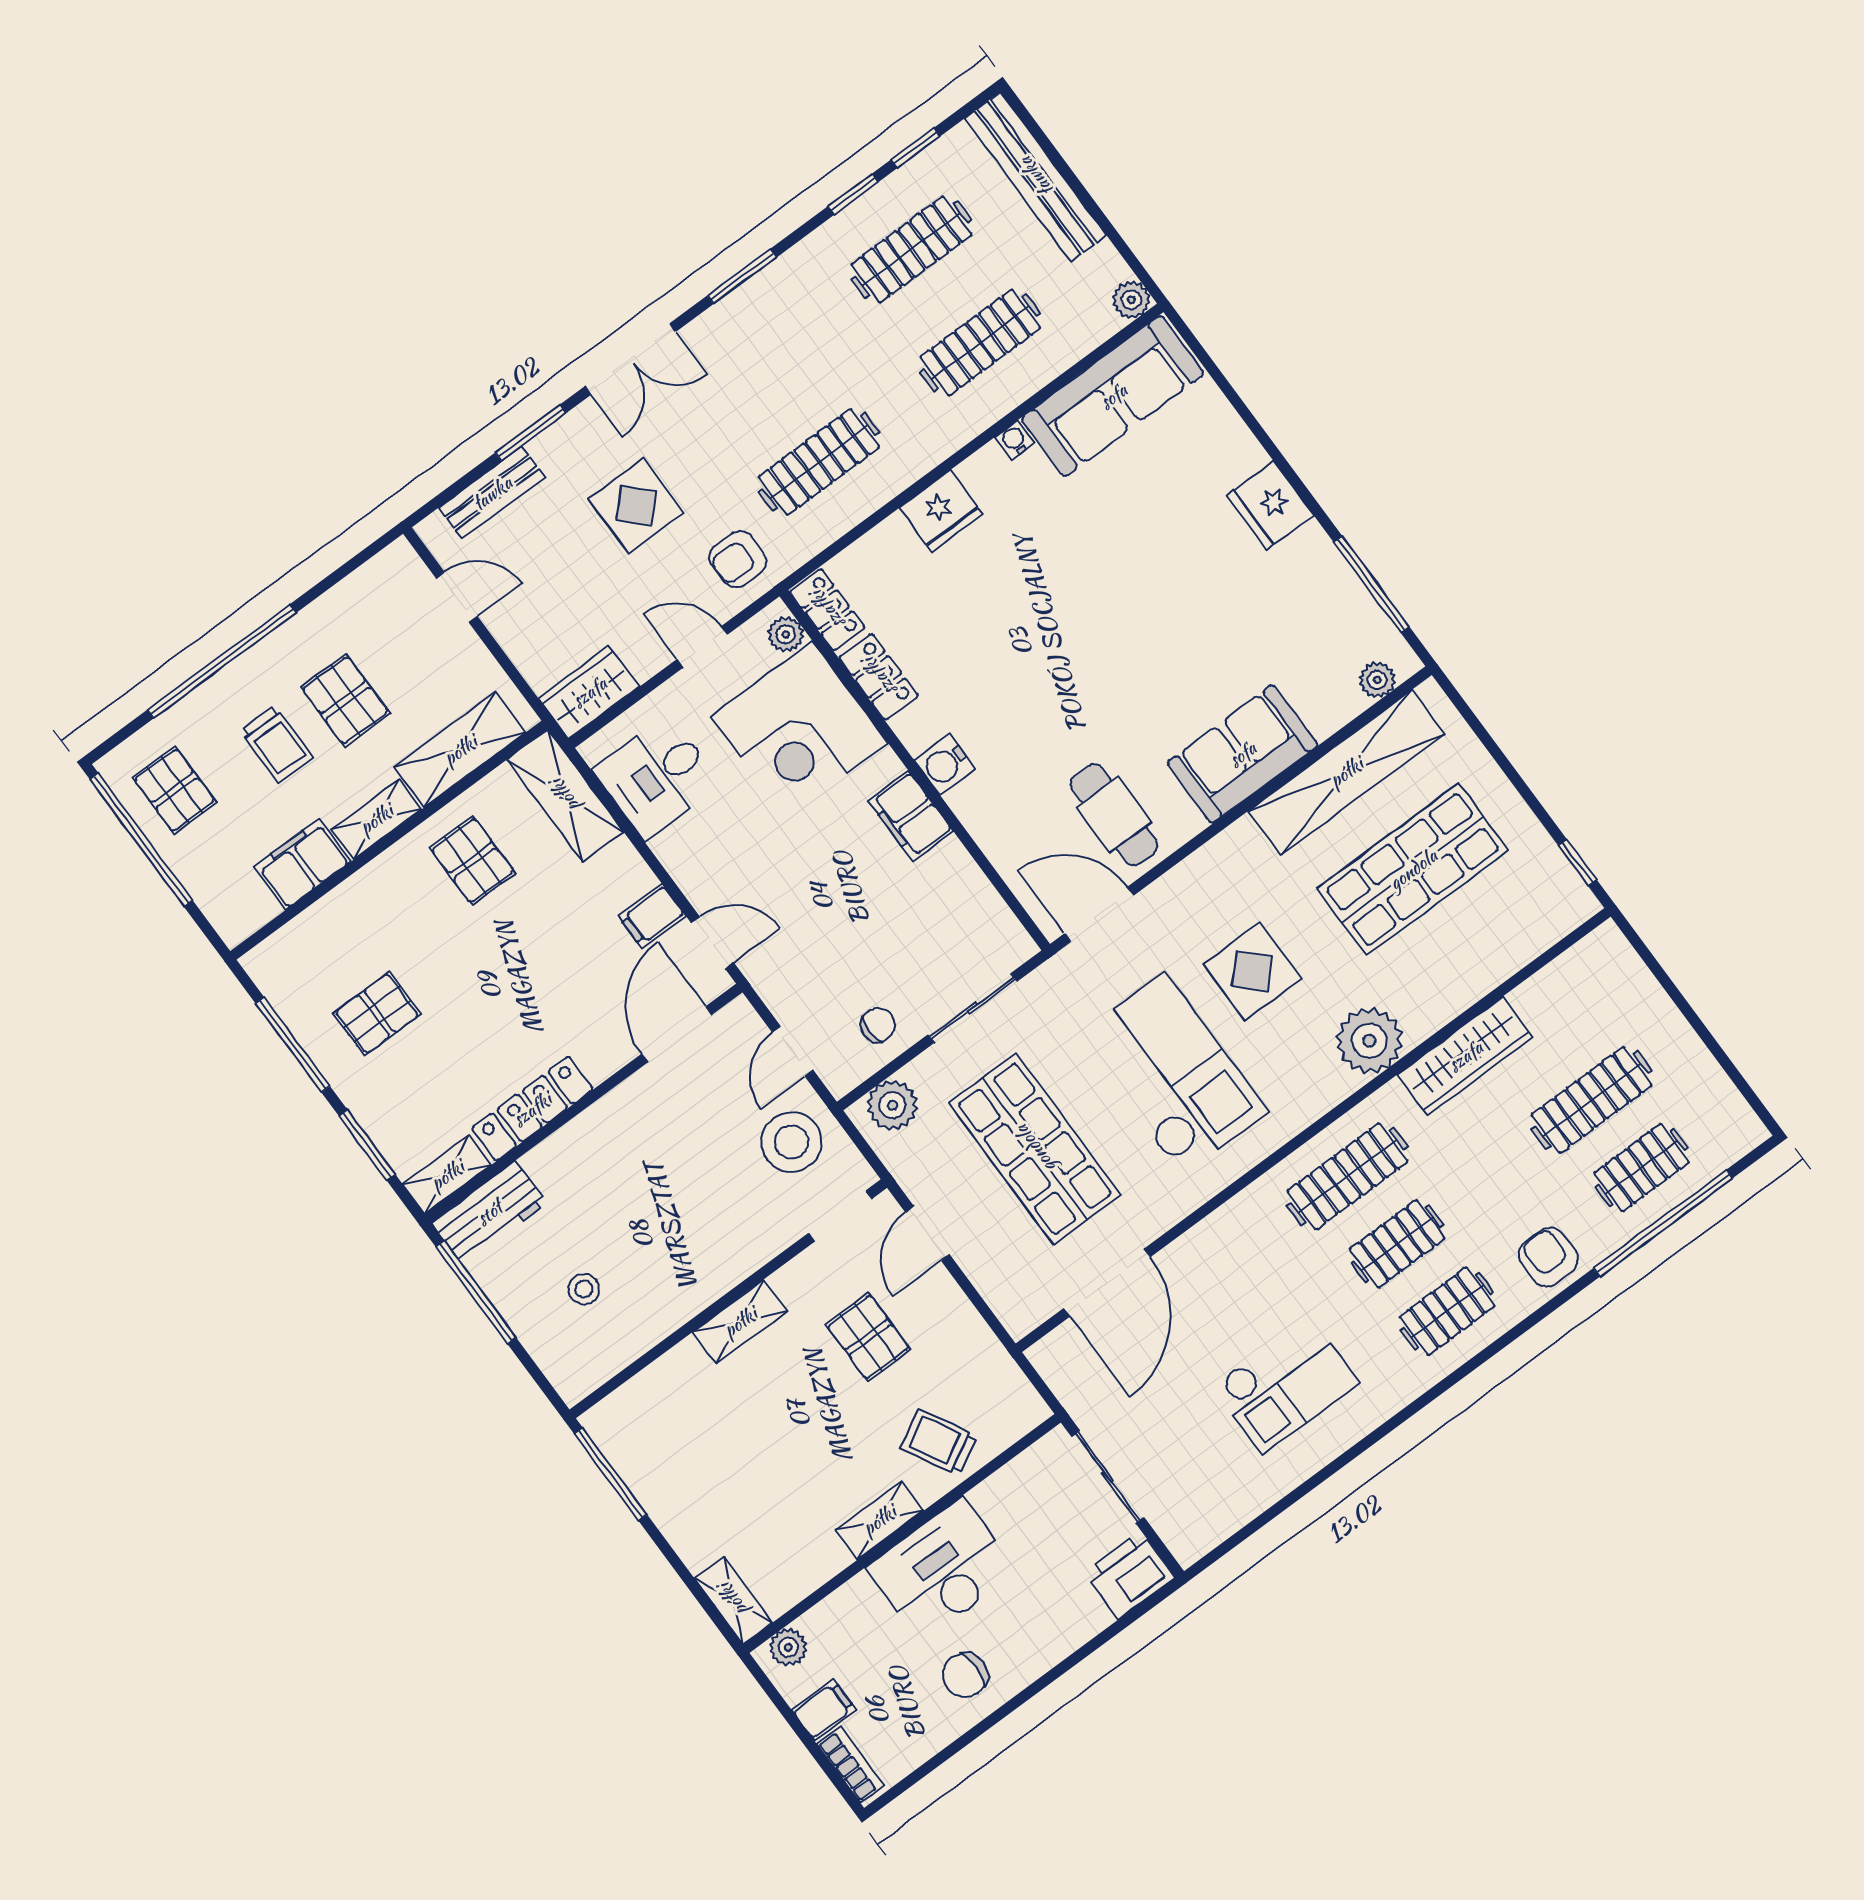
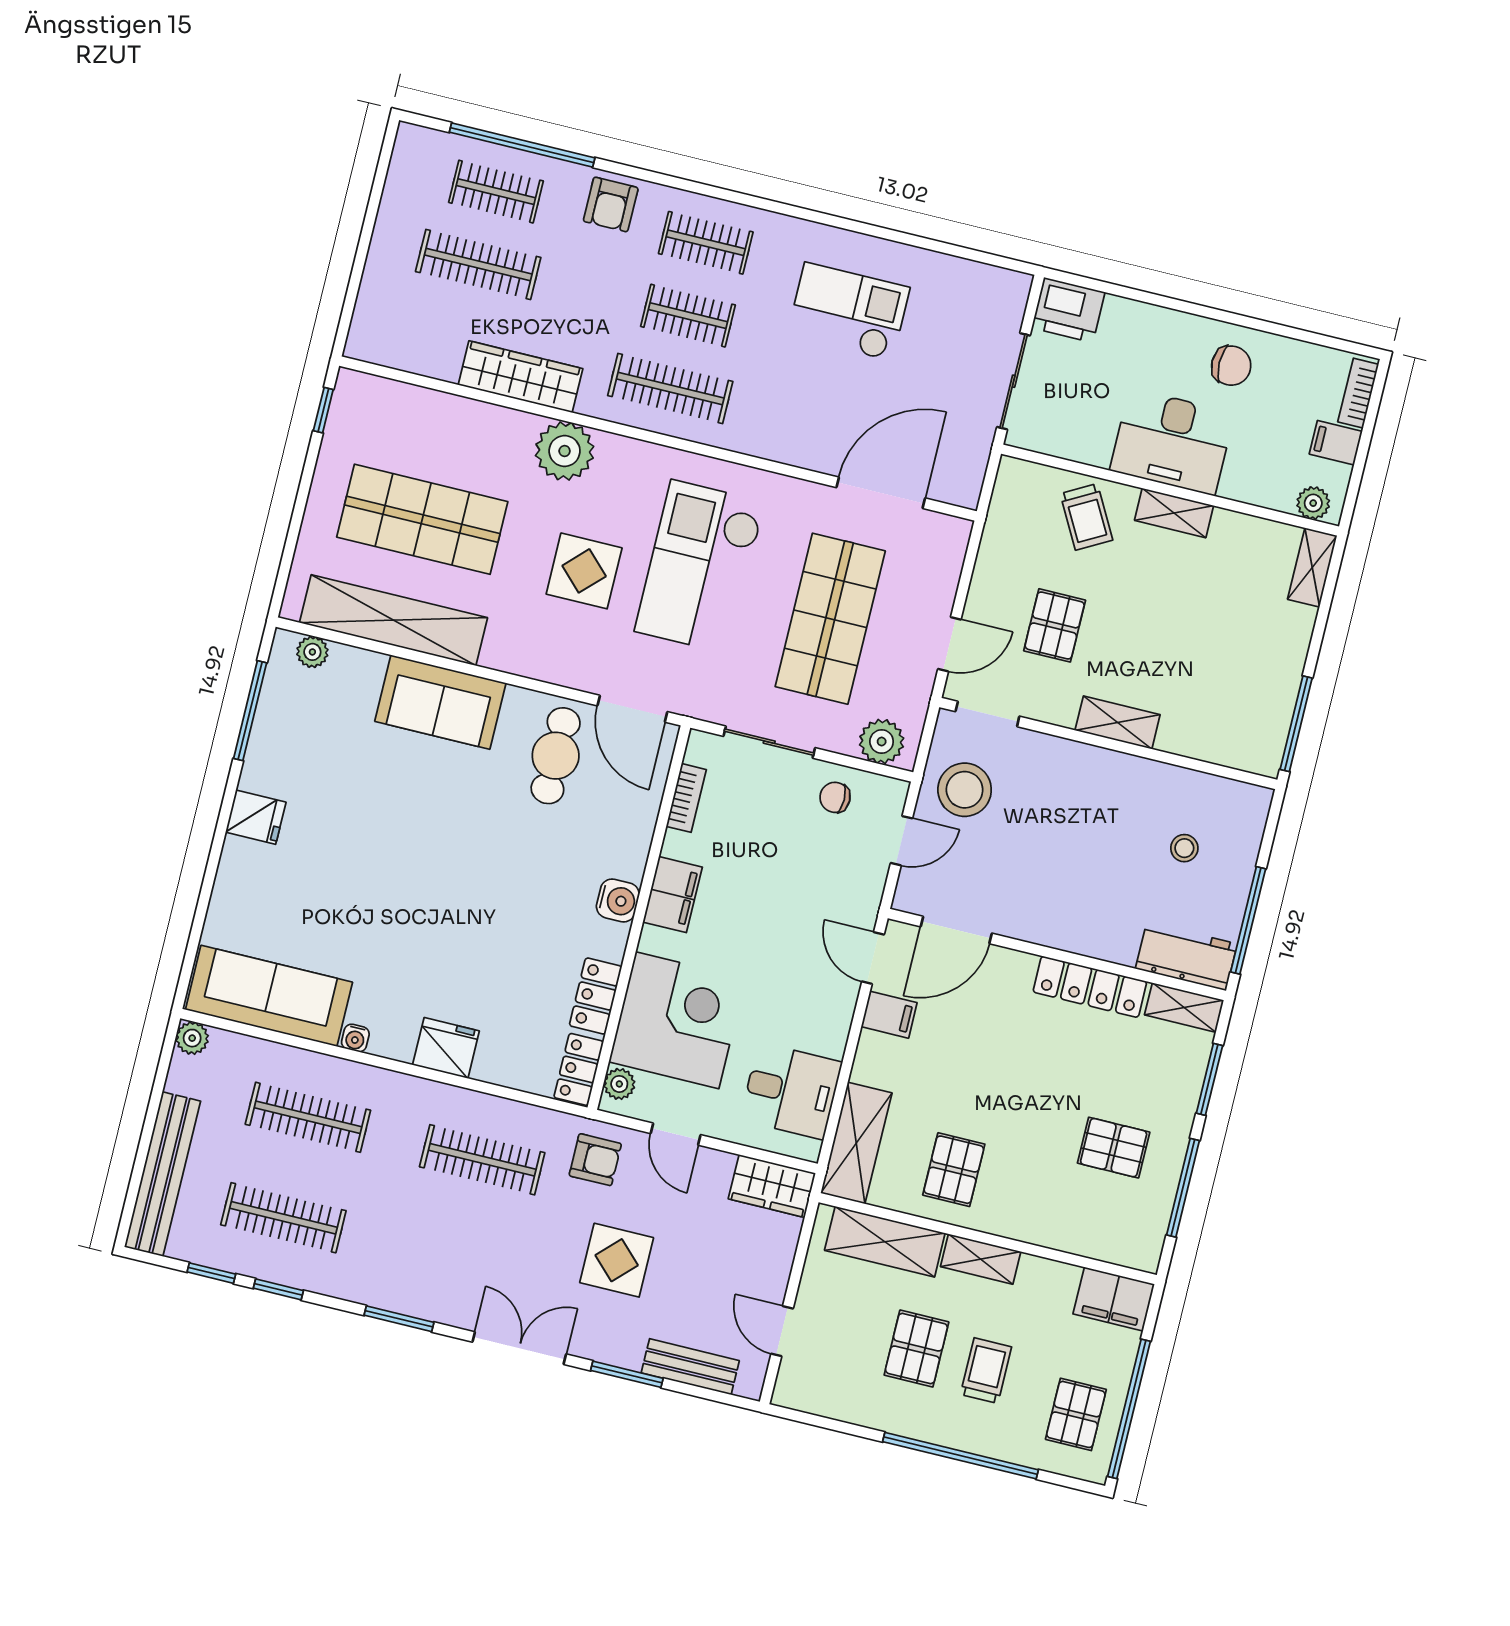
fridge: (1270, 505) -> (256, 817), width x0.72
filing cabinet: (302, 864) -> (1114, 1299), moved
bookcase: (984, 897) -> (686, 798), added

